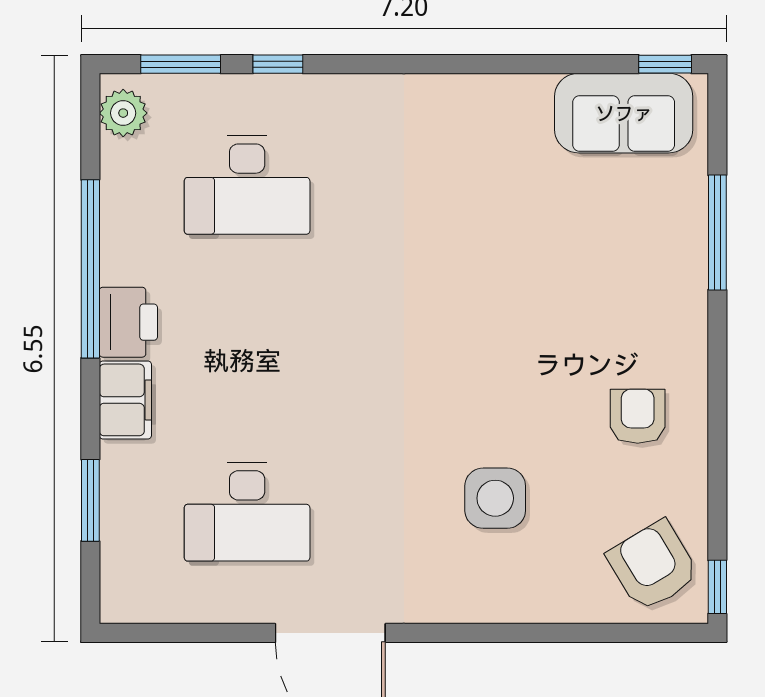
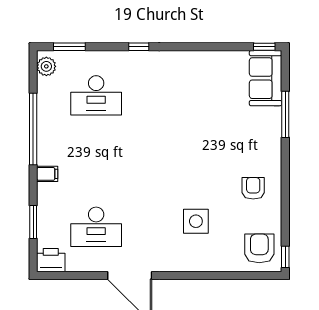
window: (278, 64) -> (139, 47), moved
sofa: (624, 113) -> (266, 78), moved, turned 90
printer: (128, 322) -> (51, 260), moved, turned -90
filing cabinet: (125, 400) -> (47, 174), width x0.50
armchair: (653, 566) -> (259, 248), turned 31

